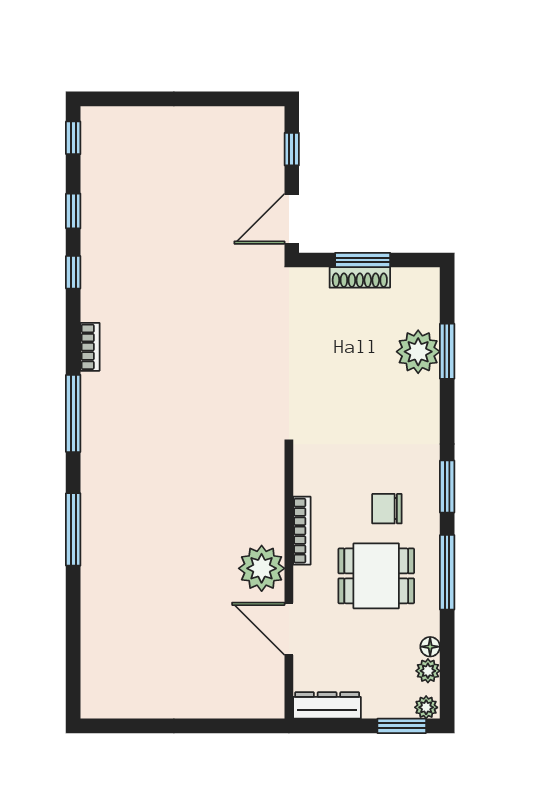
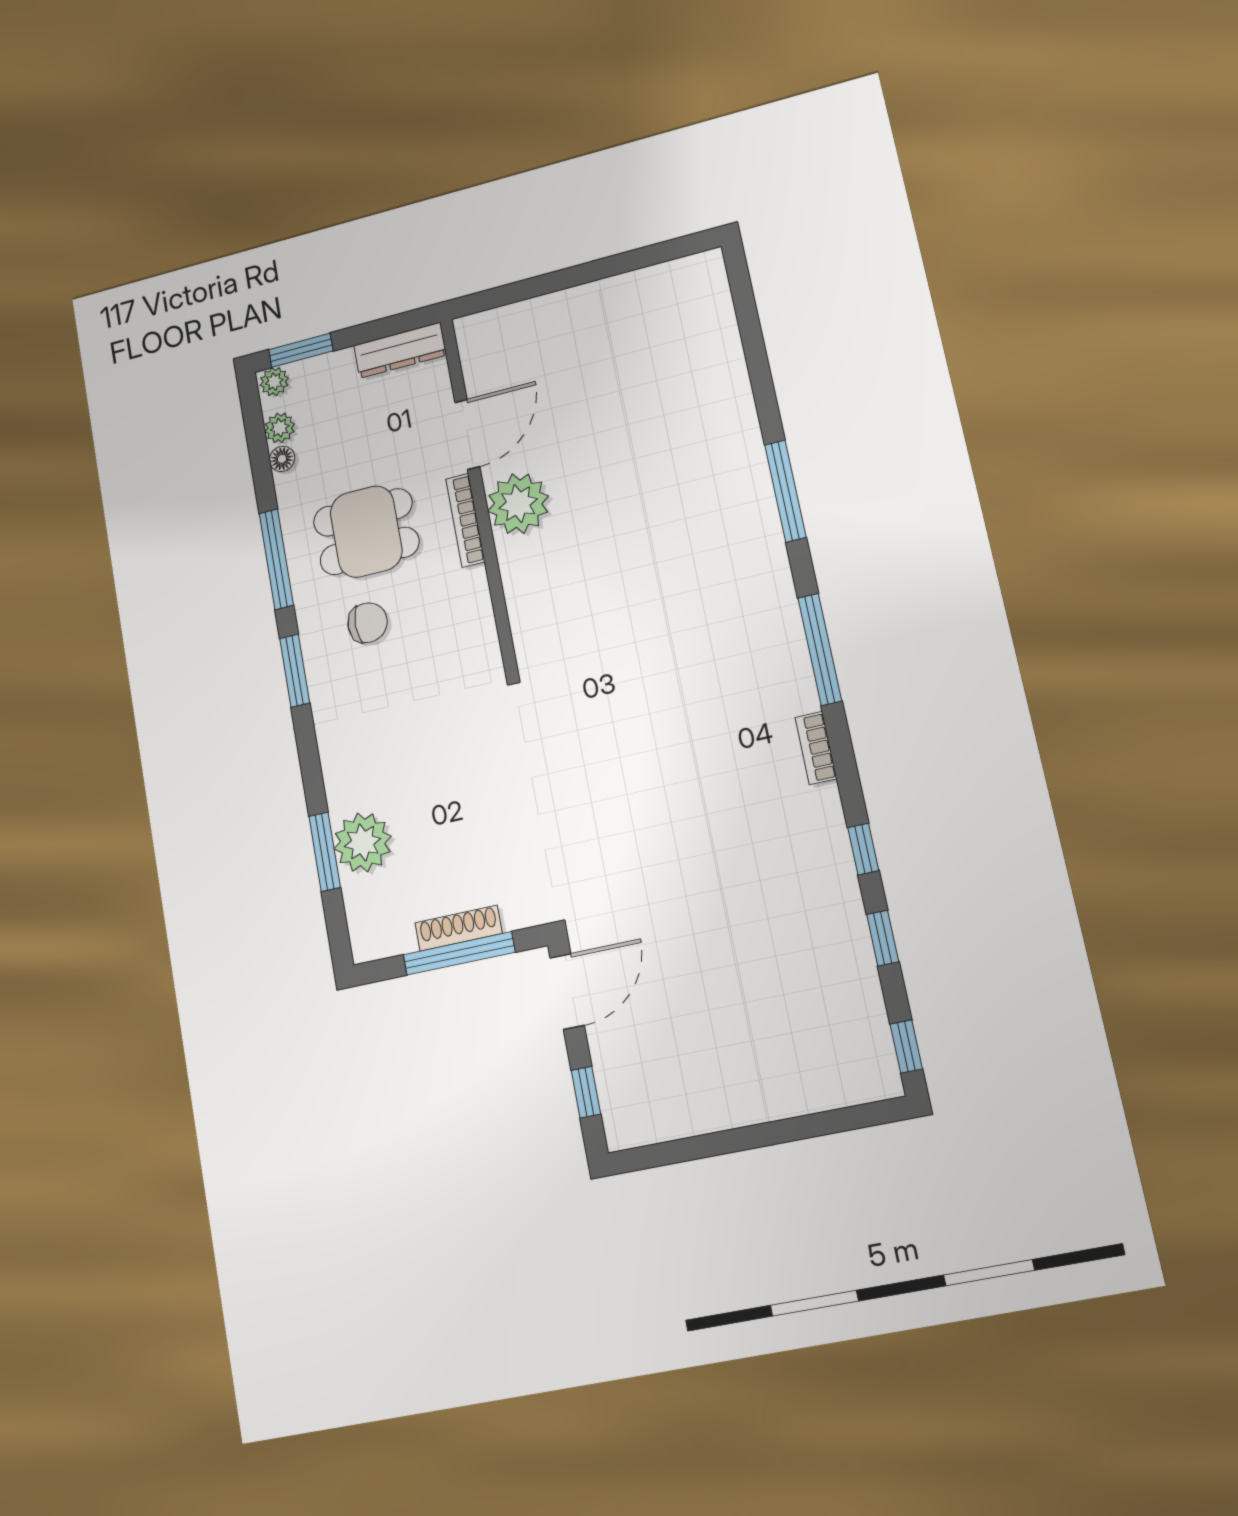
window: (363, 260) -> (459, 953), width x1.44
bookcase: (302, 531) -> (465, 520), moved
door: (289, 629) -> (467, 434), hinge flipped

